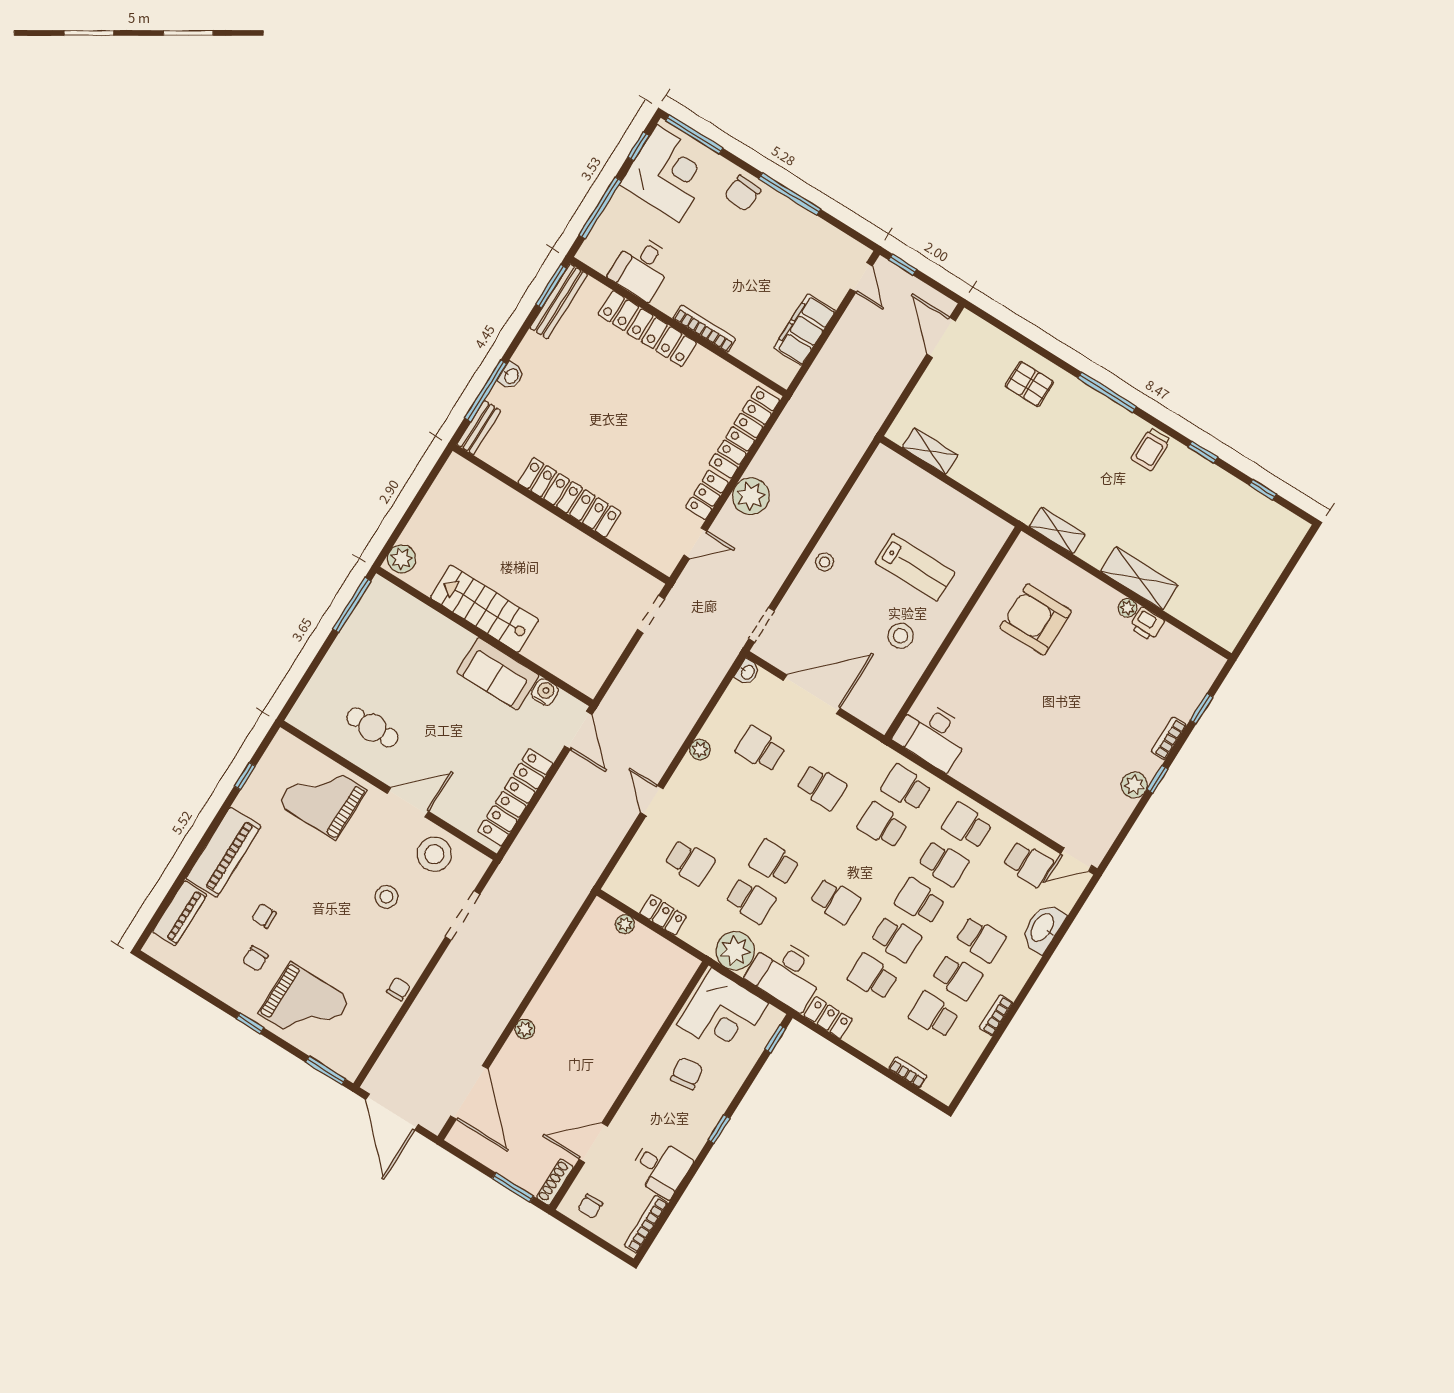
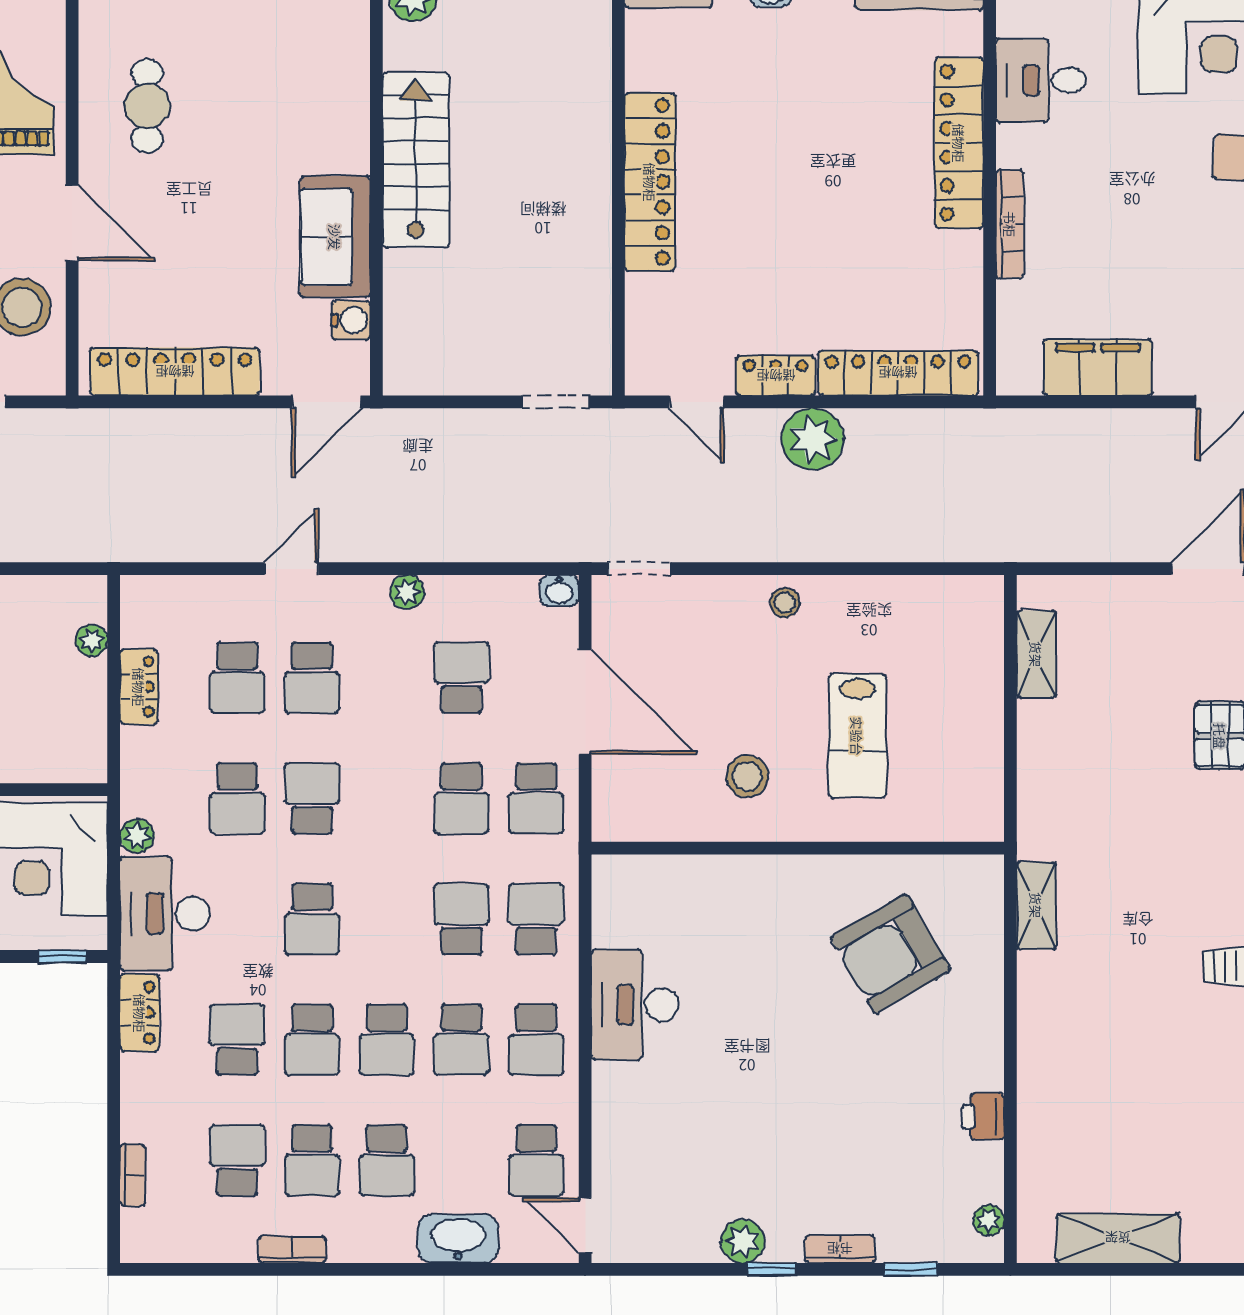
shelving: (1139, 578) -> (1118, 1238), moved, turned 90
plant: (1127, 608) -> (989, 1220), moved
armchair: (1036, 619) -> (891, 954), turned -120
desk: (932, 735) -> (635, 1005), moved
school desk: (845, 749) -> (536, 798), added
school desk: (713, 825) -> (312, 678), added
school desk: (967, 826) -> (536, 1040), turned 180
school desk: (920, 901) -> (387, 1040), turned 180
plant: (735, 951) -> (137, 836), width x0.53, depth x0.53

